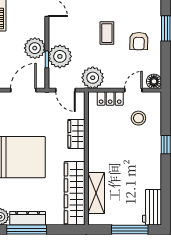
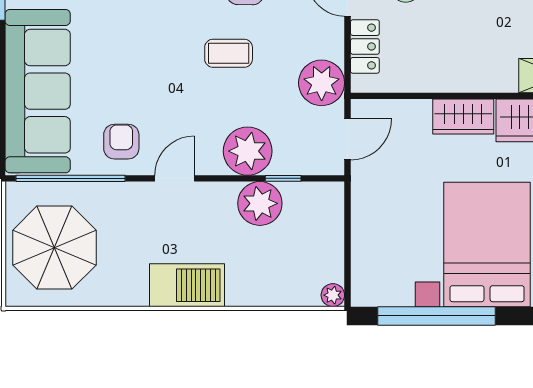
plant: (60, 56) -> (248, 151), moved
door: (23, 90) -> (348, 227), removed
wardrobe: (76, 134) -> (463, 117), moved

